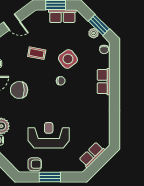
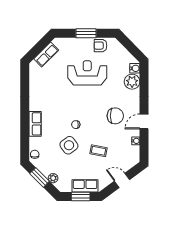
row of seats: (62, 16) -> (85, 186), moved
plant: (94, 33) -> (53, 178), moved
reception desk: (49, 135) -> (87, 73), turned 180

